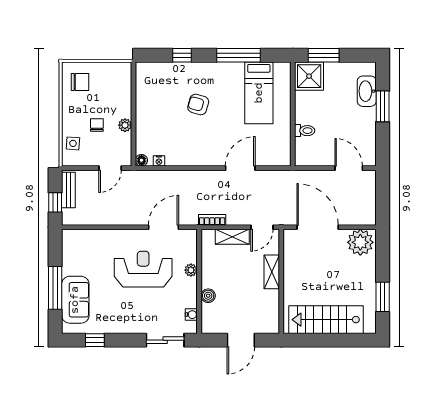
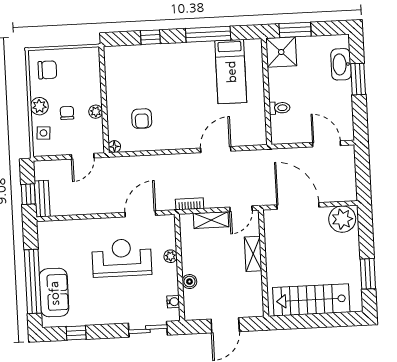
armchair: (198, 104) -> (142, 119), moved, turned -106
plant: (70, 117) -> (39, 106), added
nightstand: (159, 161) -> (132, 146), removed
bench: (68, 190) -> (42, 199), moved
window: (55, 288) -> (33, 281), width x1.46

